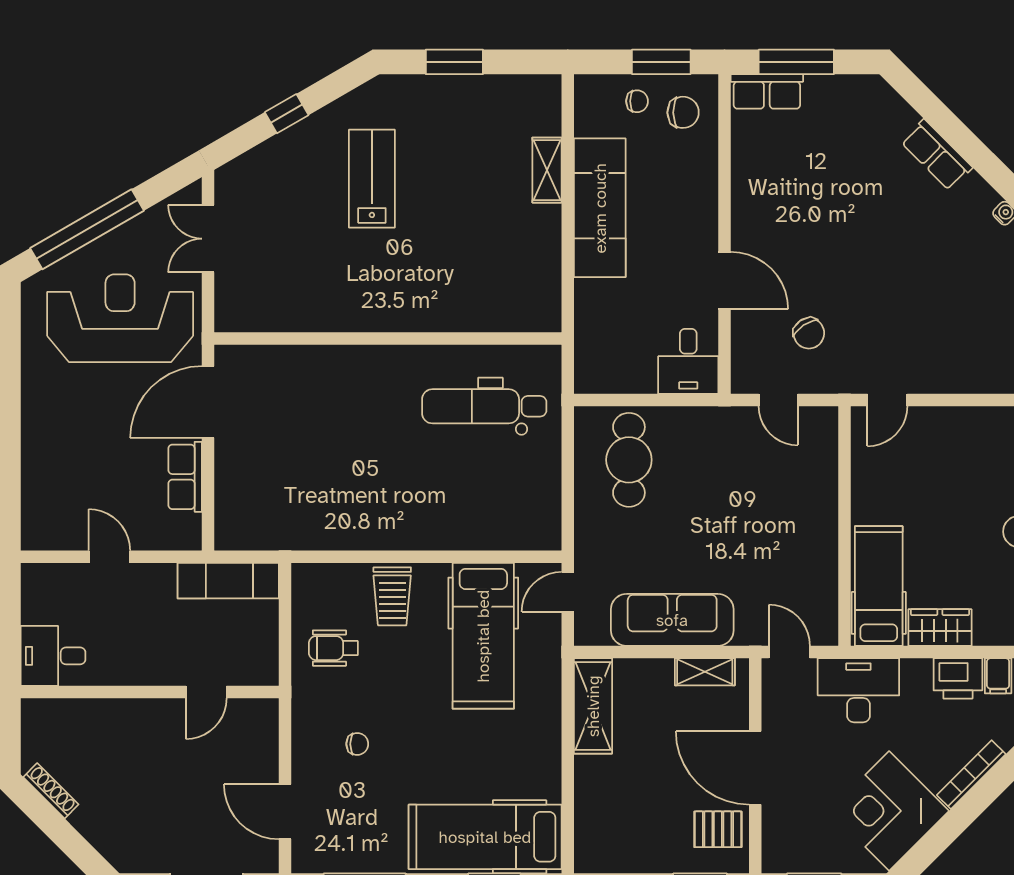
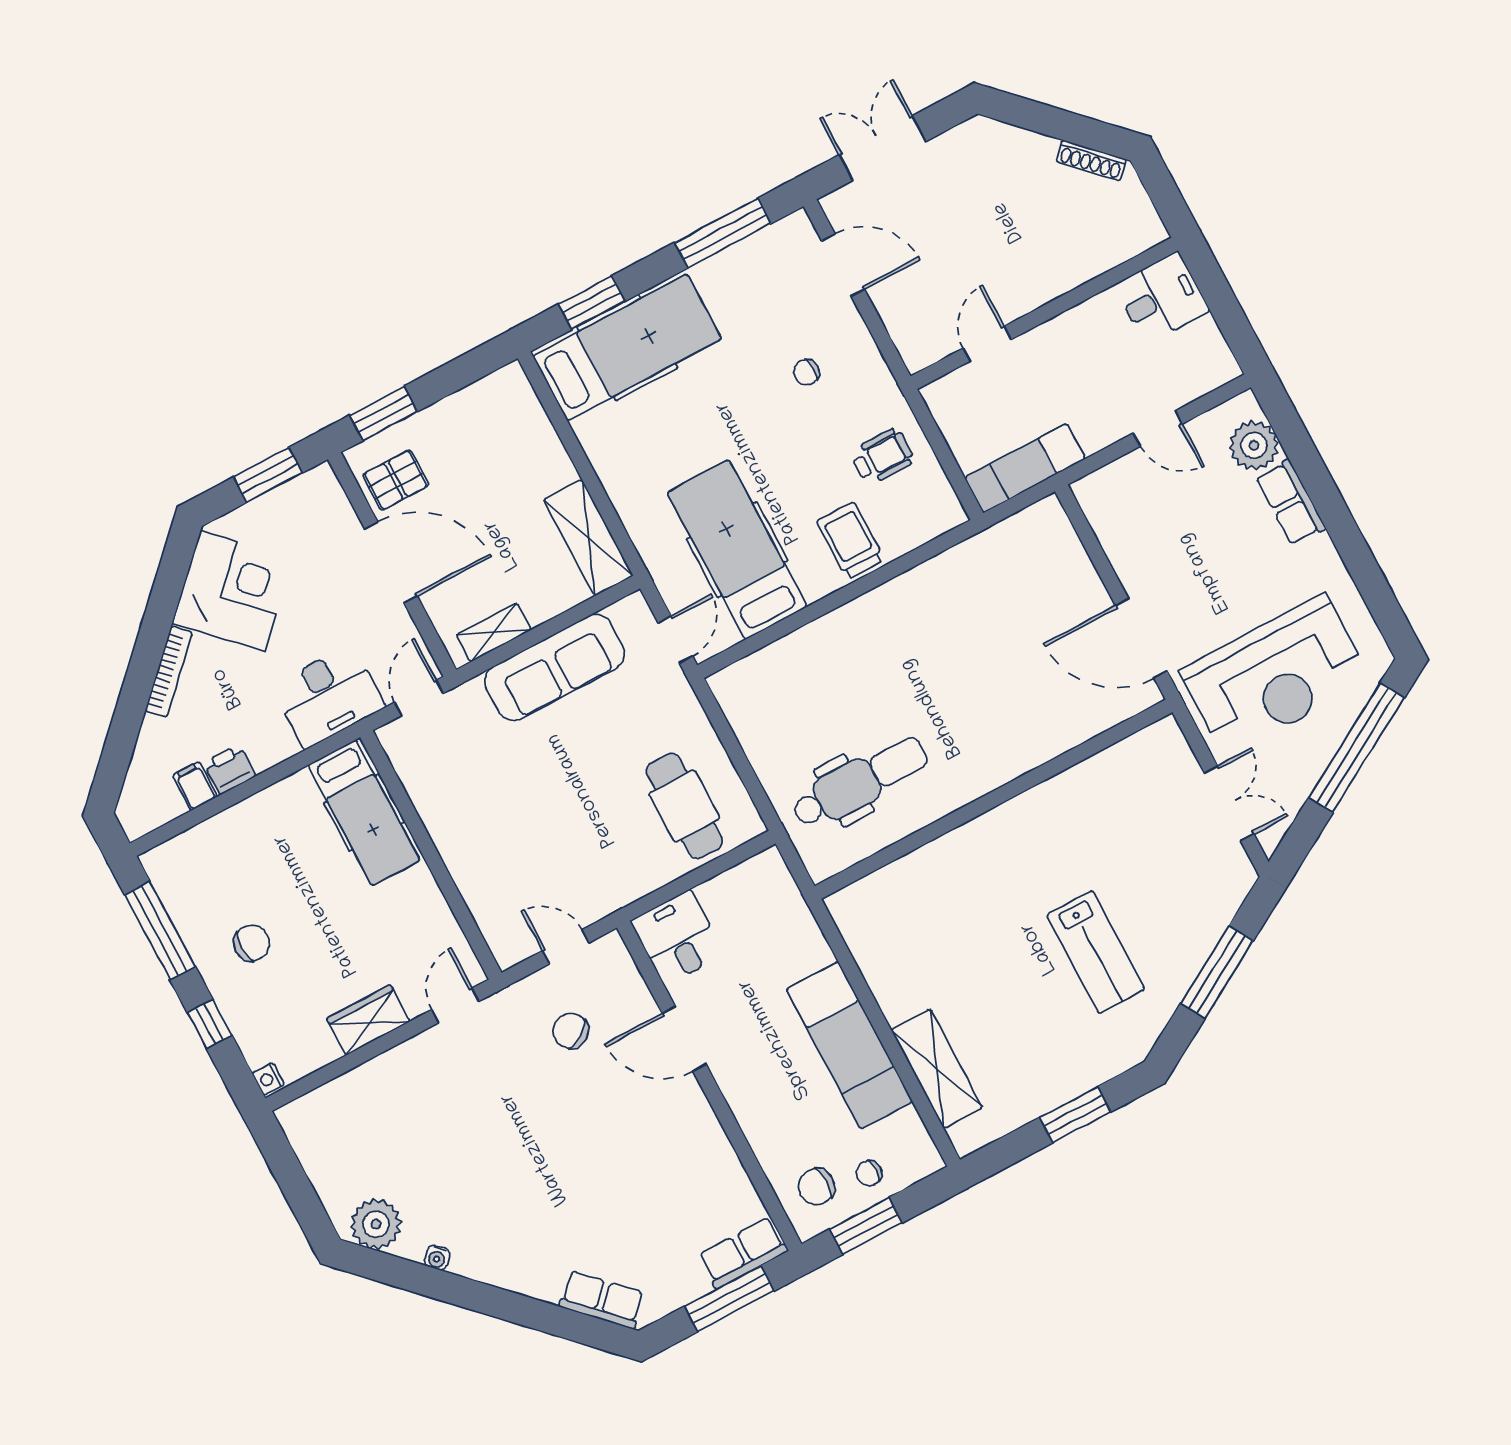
window: (287, 114) -> (1217, 972), width x2.17
row of seats: (937, 155) -> (602, 1300), moved
shelving: (547, 170) -> (937, 1069), width x1.50, depth x1.33
door: (208, 402) -> (1141, 638), swing flipped
row of seats: (185, 477) -> (1291, 503), moved, turned 180
plant: (42, 504) -> (1254, 445), added
wardrobe: (940, 628) -> (368, 1020), moved, turned 180
door: (789, 652) -> (419, 698), swing flipped
printer: (958, 678) -> (230, 769), width x0.73, depth x0.81

